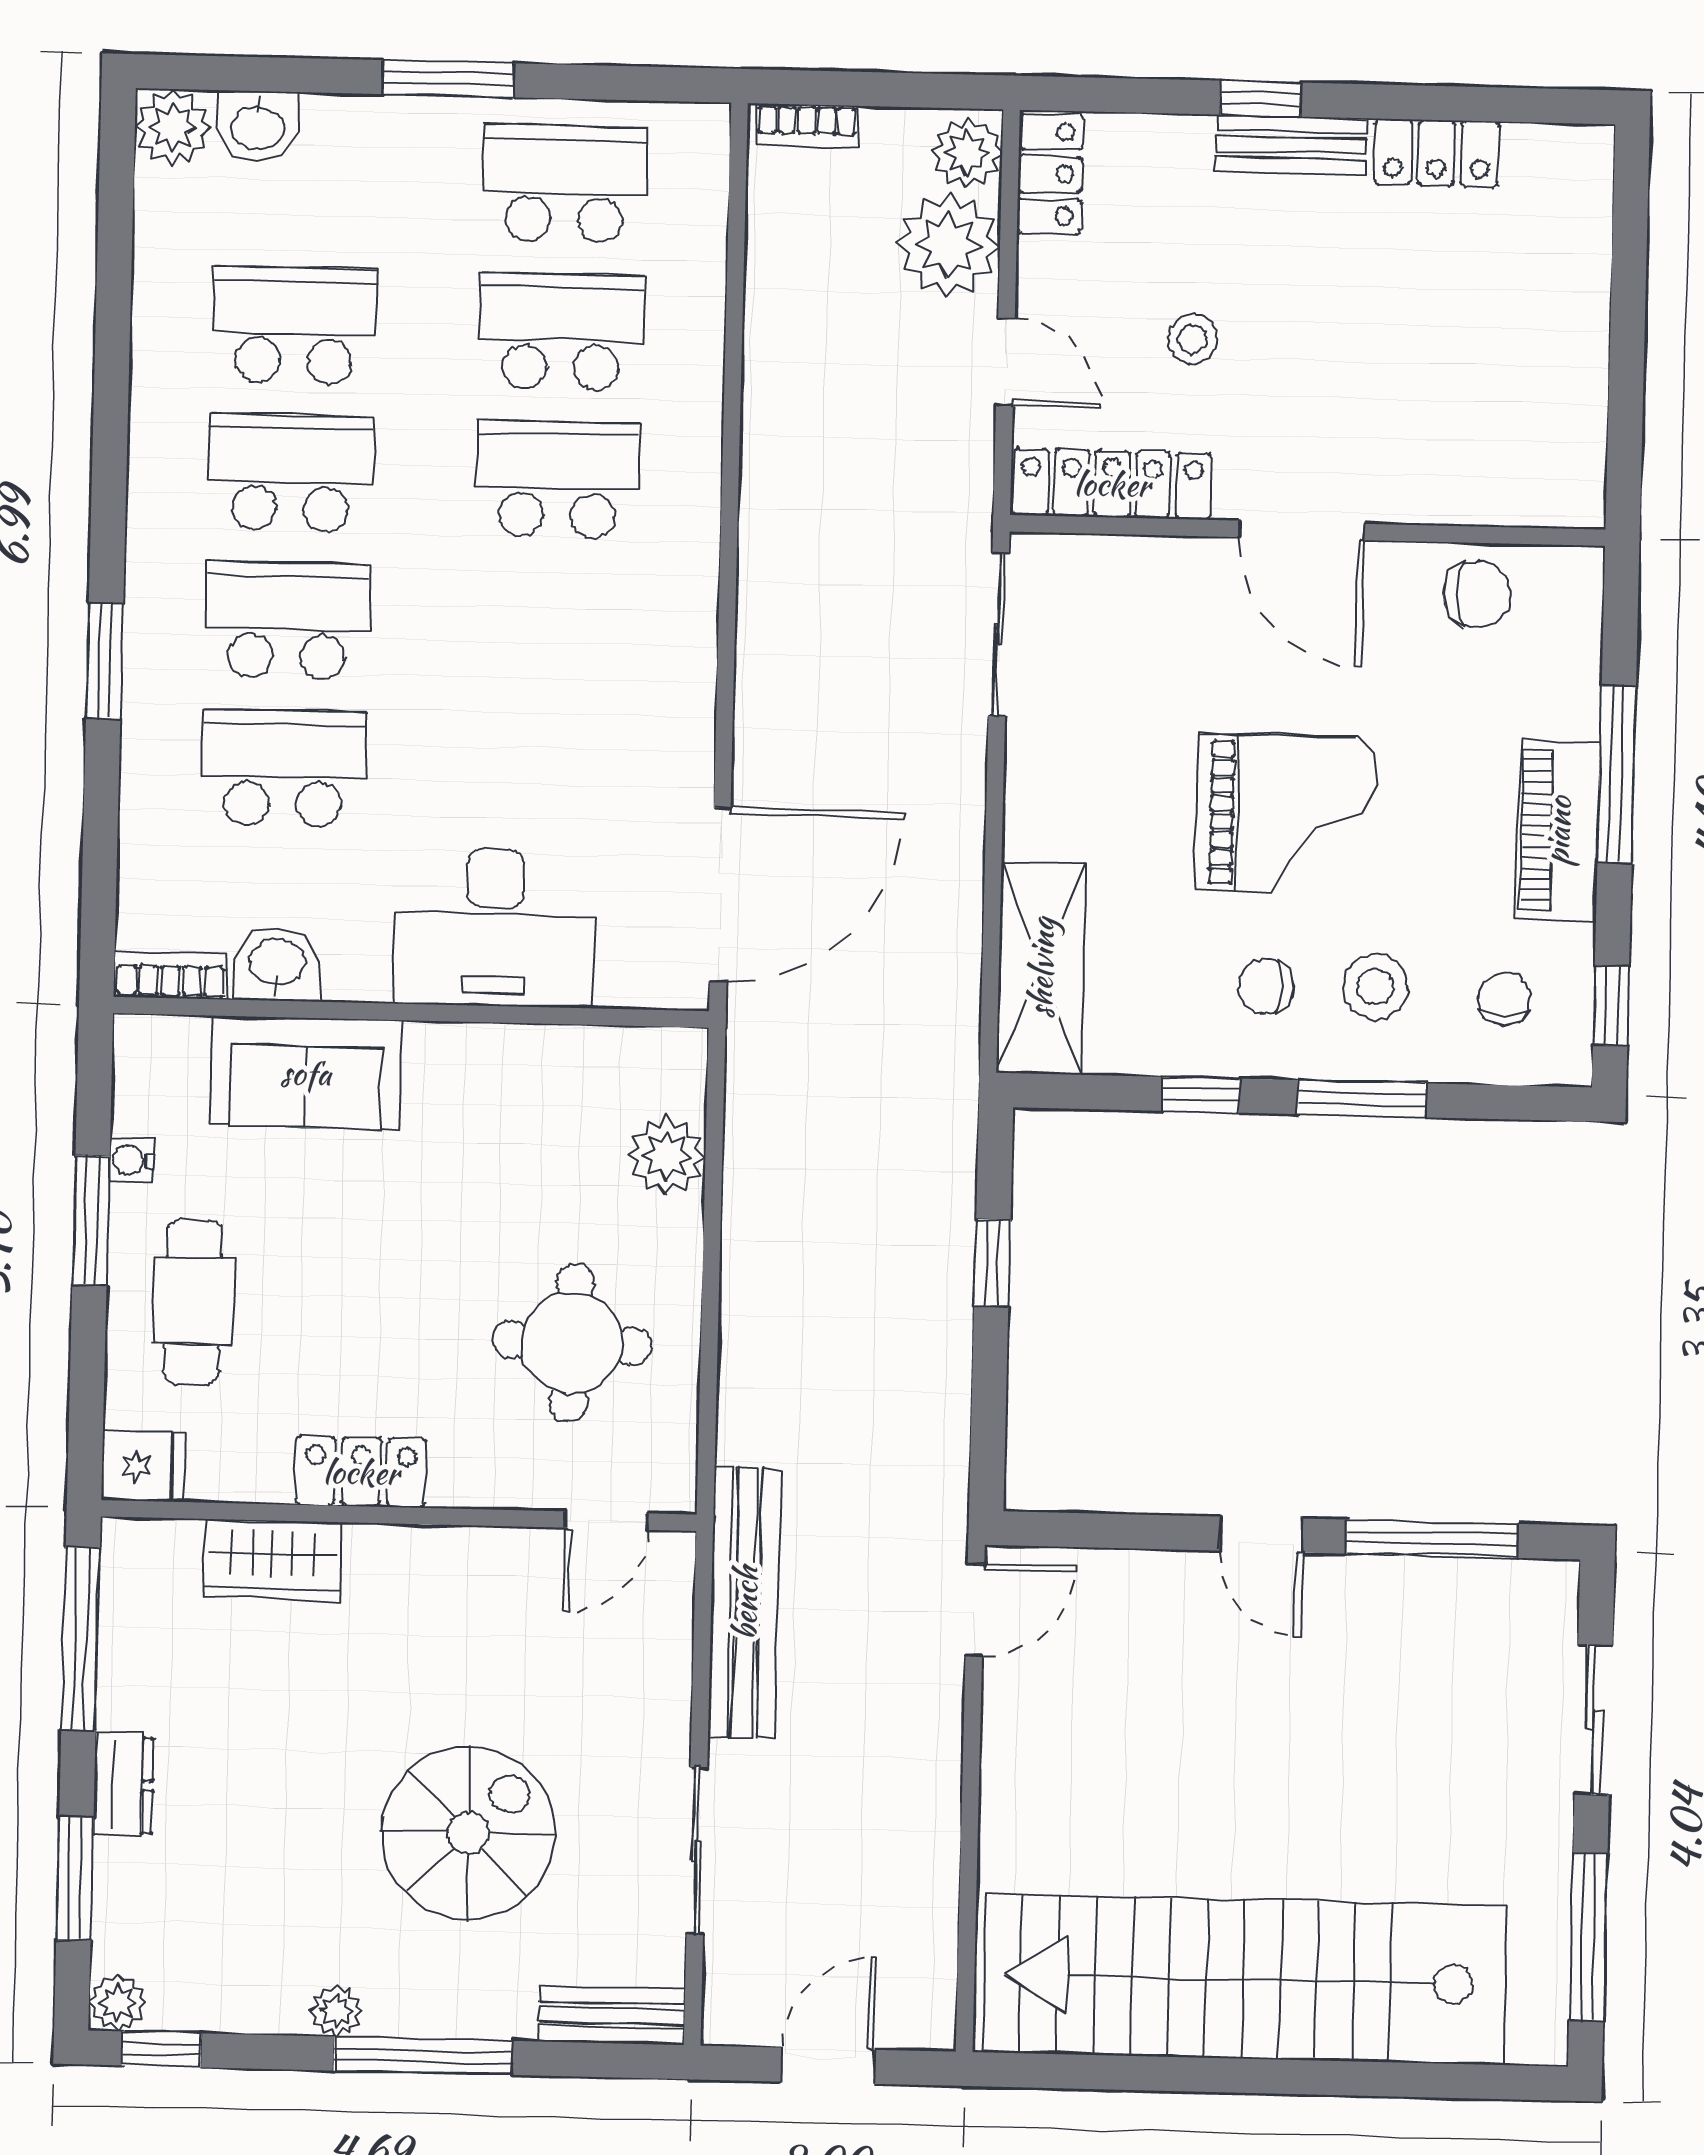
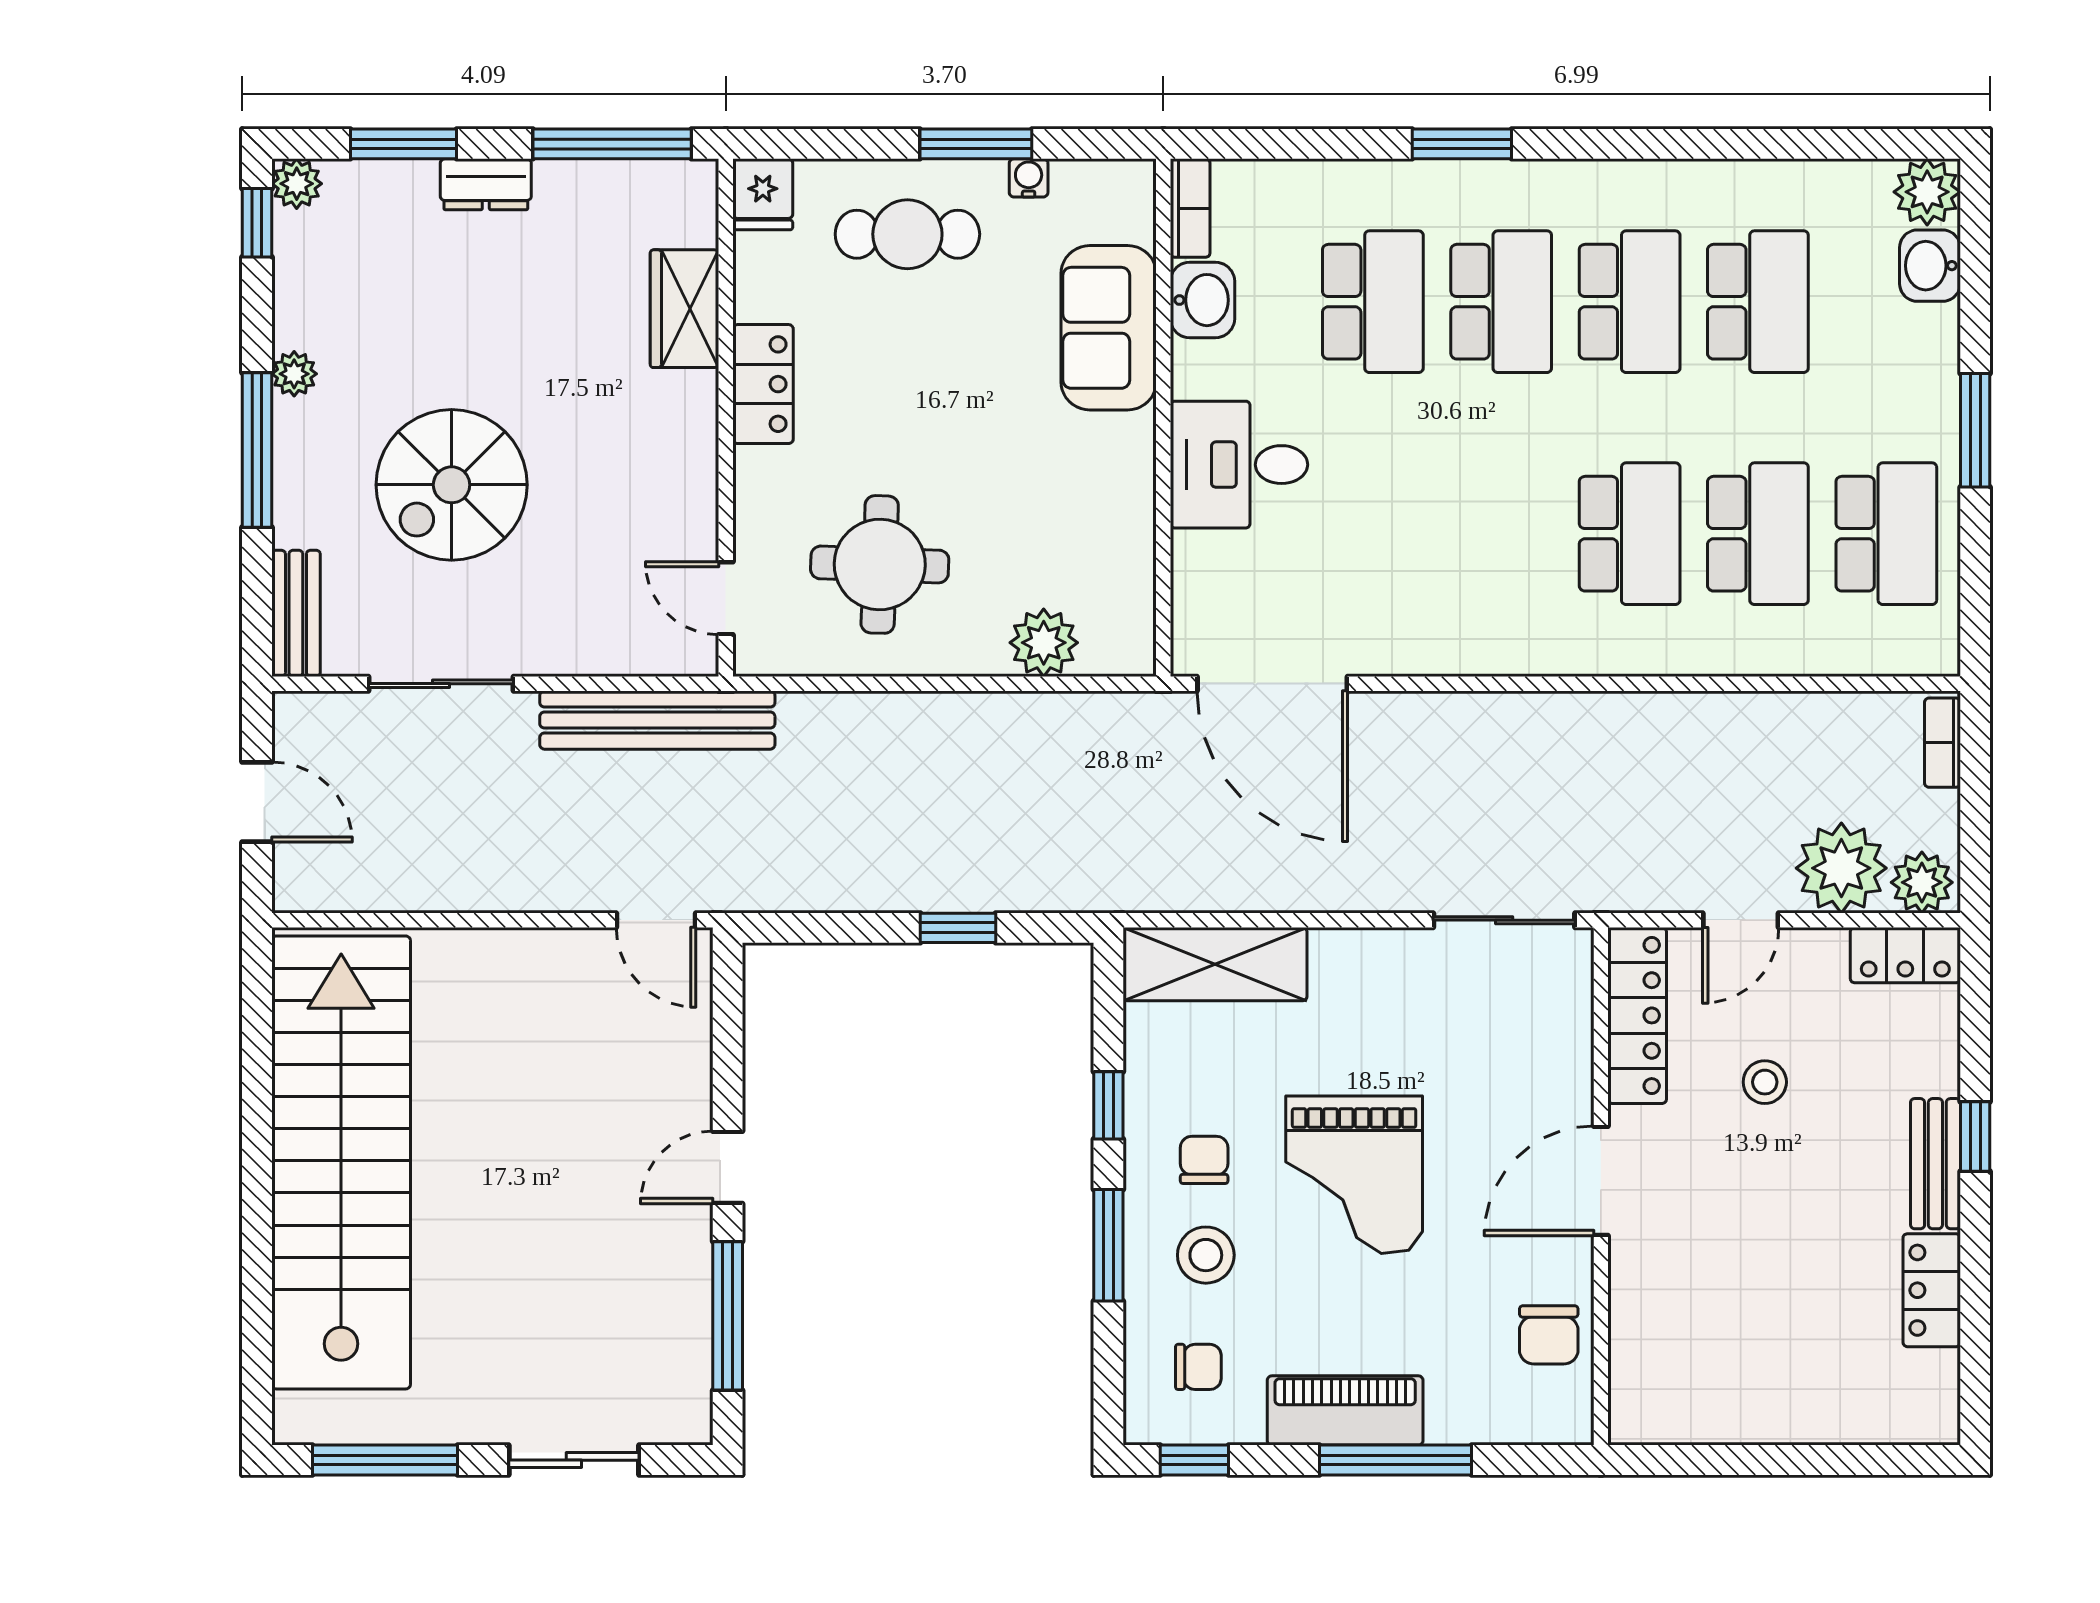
desk: (494, 927) -> (1239, 465), width x0.73
spiral stairs: (468, 1833) -> (452, 485), turned 90

